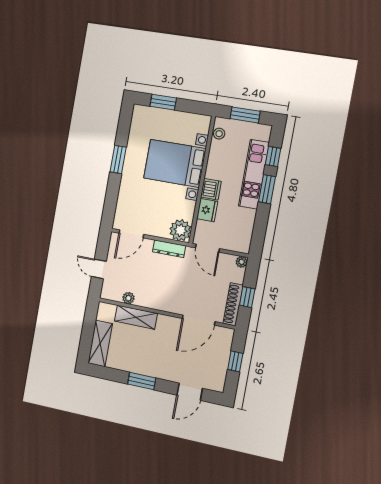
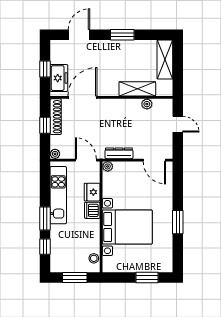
kitchen unit: (254, 174) -> (58, 195), moved
plant: (180, 230) -> (108, 166), width x0.53, depth x0.53
door: (131, 234) -> (154, 160), swing flipped
freezer: (221, 348) -> (59, 78), added

